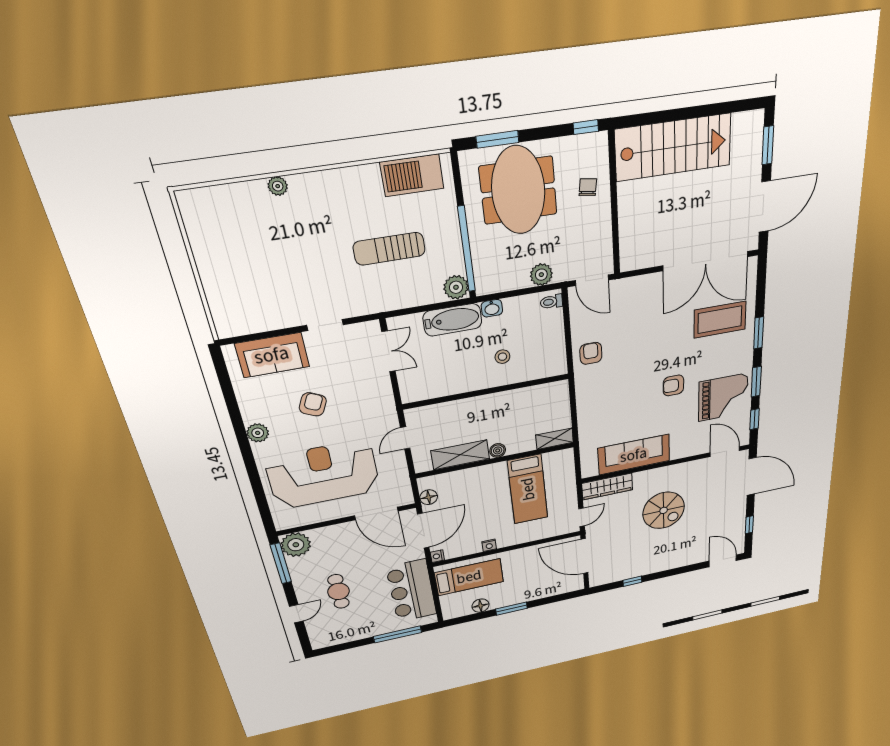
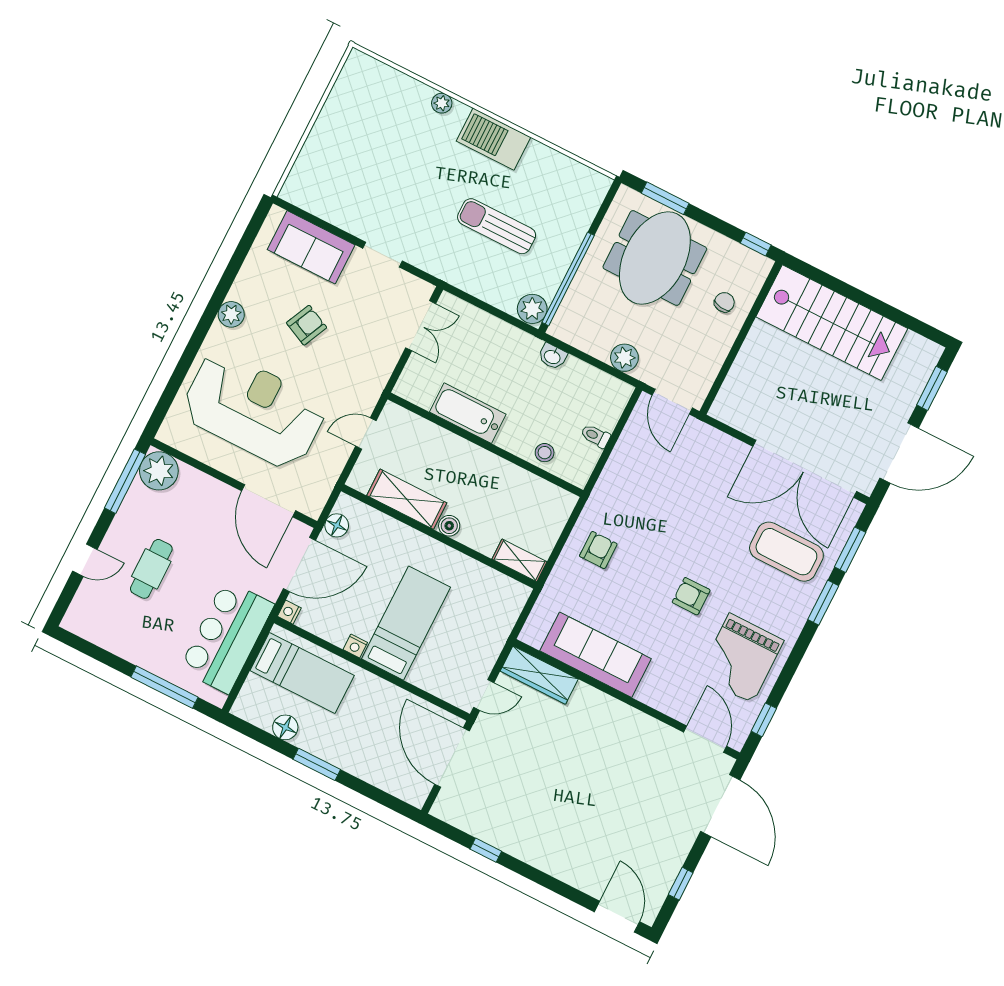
barbecue: (412, 175) -> (493, 139), moved
toilet: (551, 302) -> (595, 436), moved
bathtub: (452, 320) -> (468, 413), moved, turned 180
armchair: (591, 353) -> (598, 550), moved
stool: (502, 357) -> (545, 453), moved
window: (756, 382) -> (850, 550), moved
grand piano: (723, 397) -> (741, 658), turned 90
bed: (528, 489) -> (406, 623), moved, turned 180
spiral stairs: (664, 510) -> (586, 767), removed

